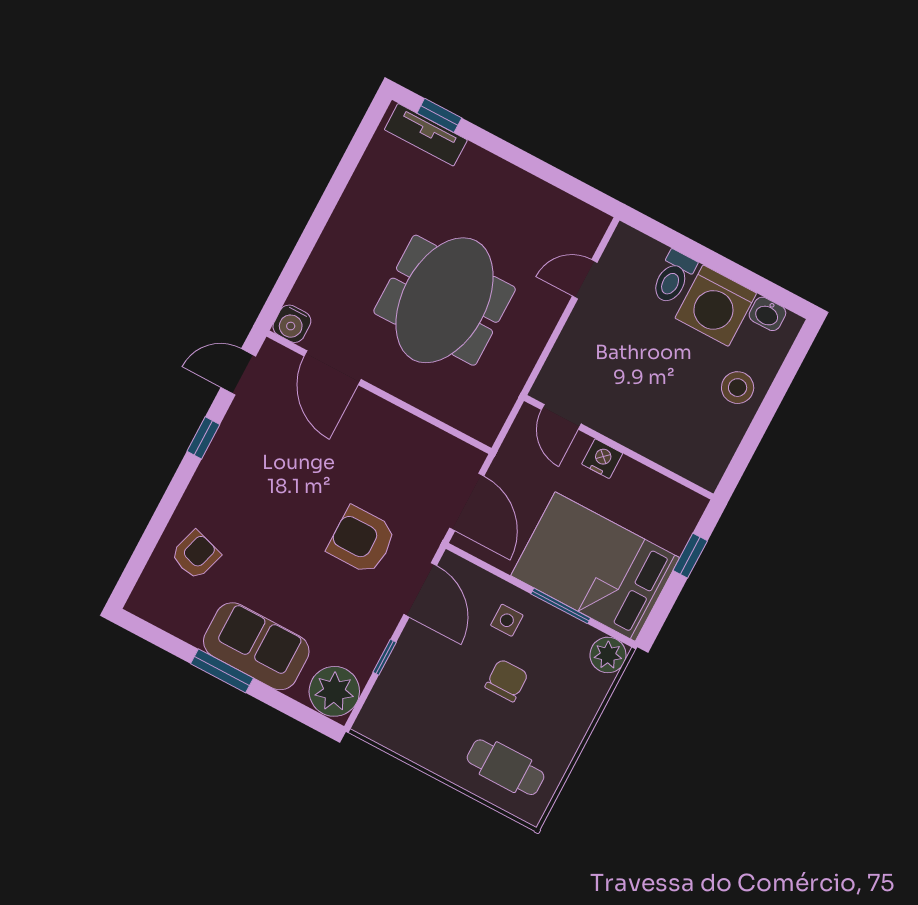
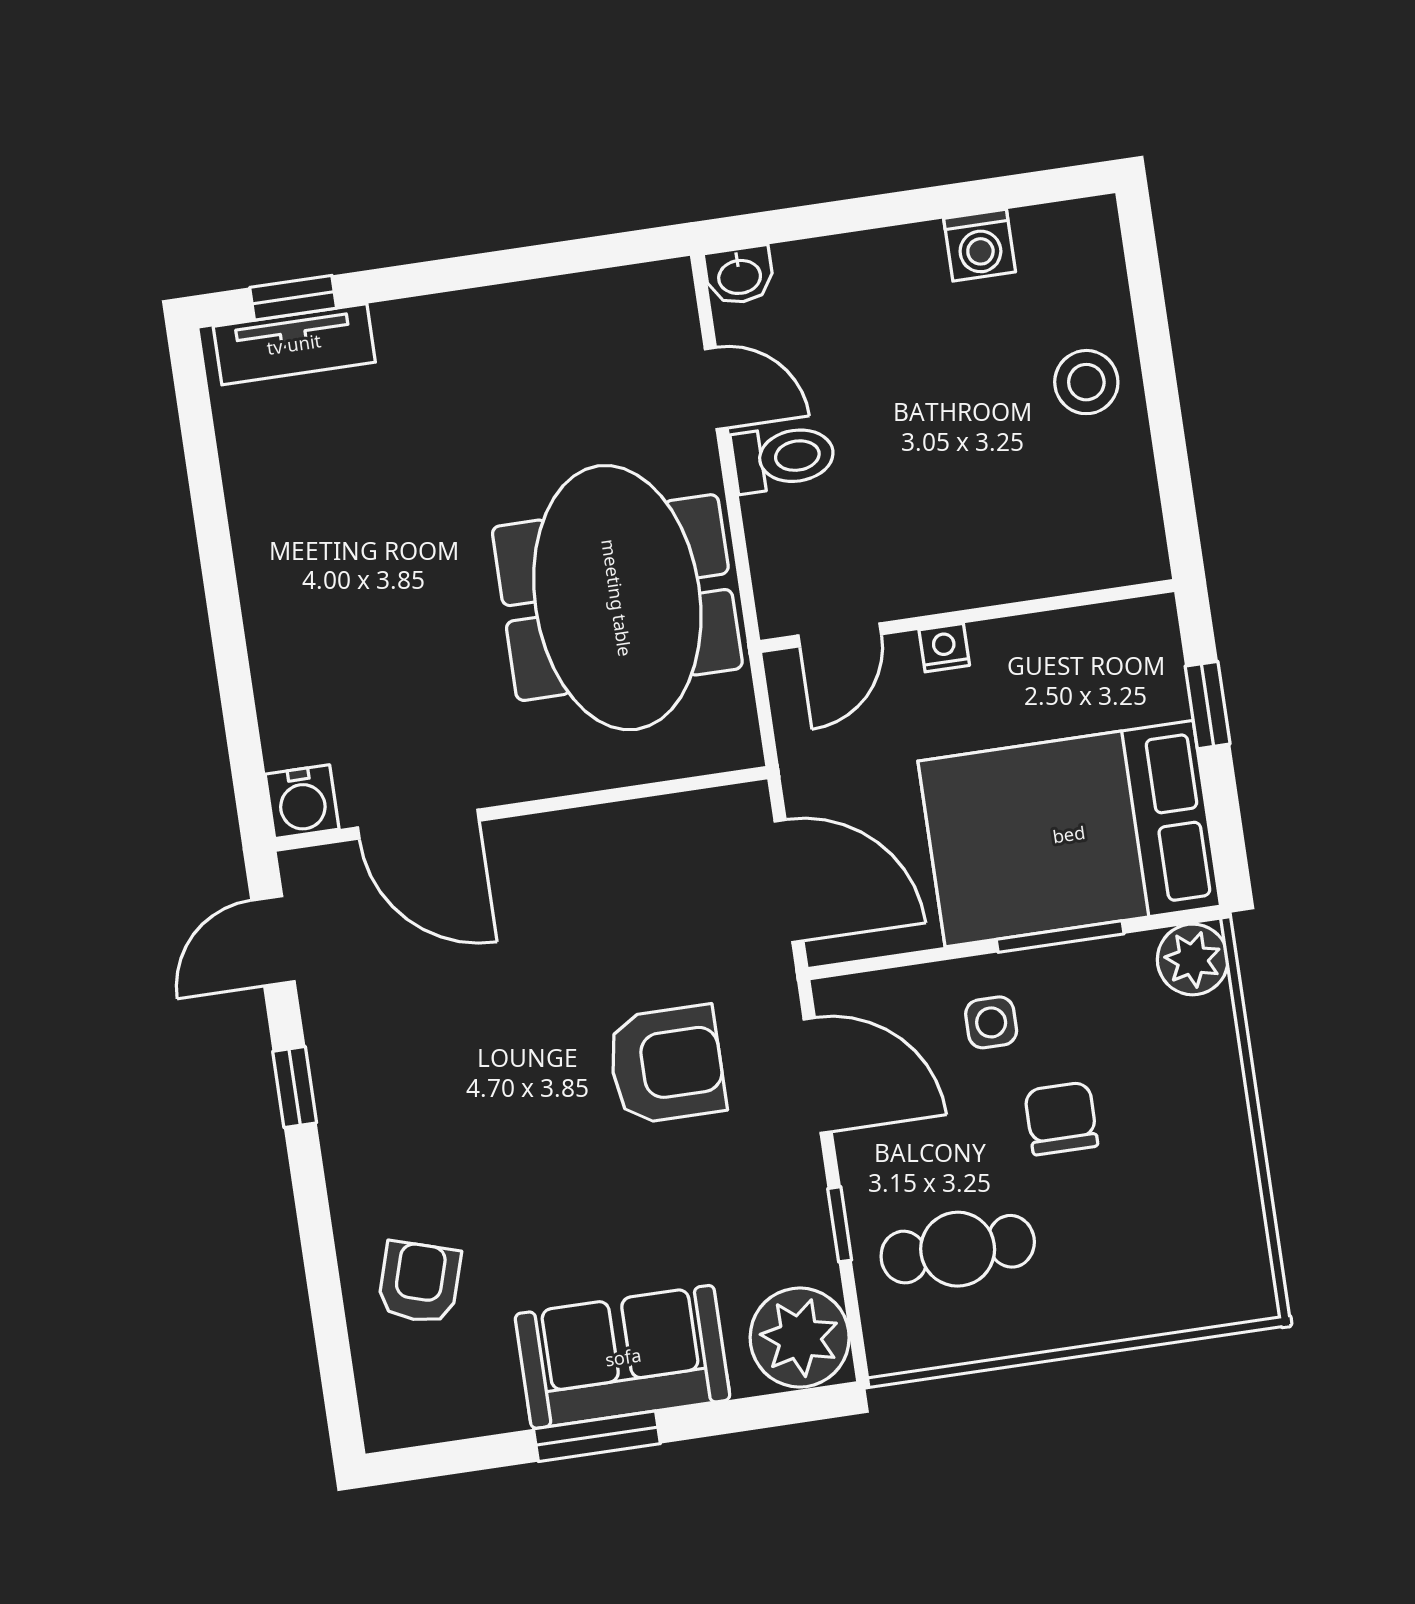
toilet: (673, 277) -> (784, 458), moved, turned -90
door: (585, 279) -> (716, 388), swing flipped
meeting table: (445, 300) -> (617, 598), moved
washing machine: (716, 306) -> (980, 245), width x0.53, depth x0.53
washbasin: (767, 314) -> (739, 275), moved
door: (561, 417) -> (840, 635), hinge flipped
nightstand: (602, 459) -> (944, 648), width x0.72, depth x0.74
armchair: (362, 540) -> (666, 1065), turned 180
cafe table: (505, 767) -> (958, 1249), moved

